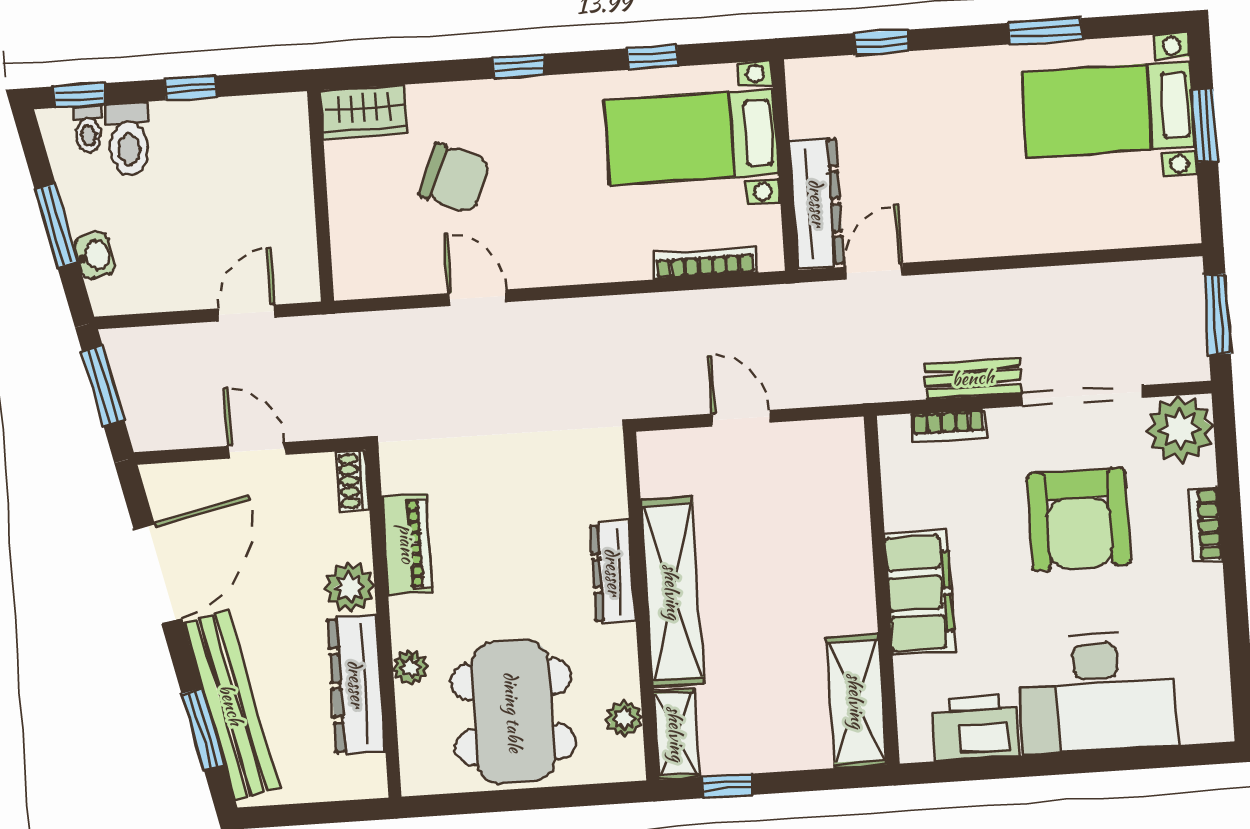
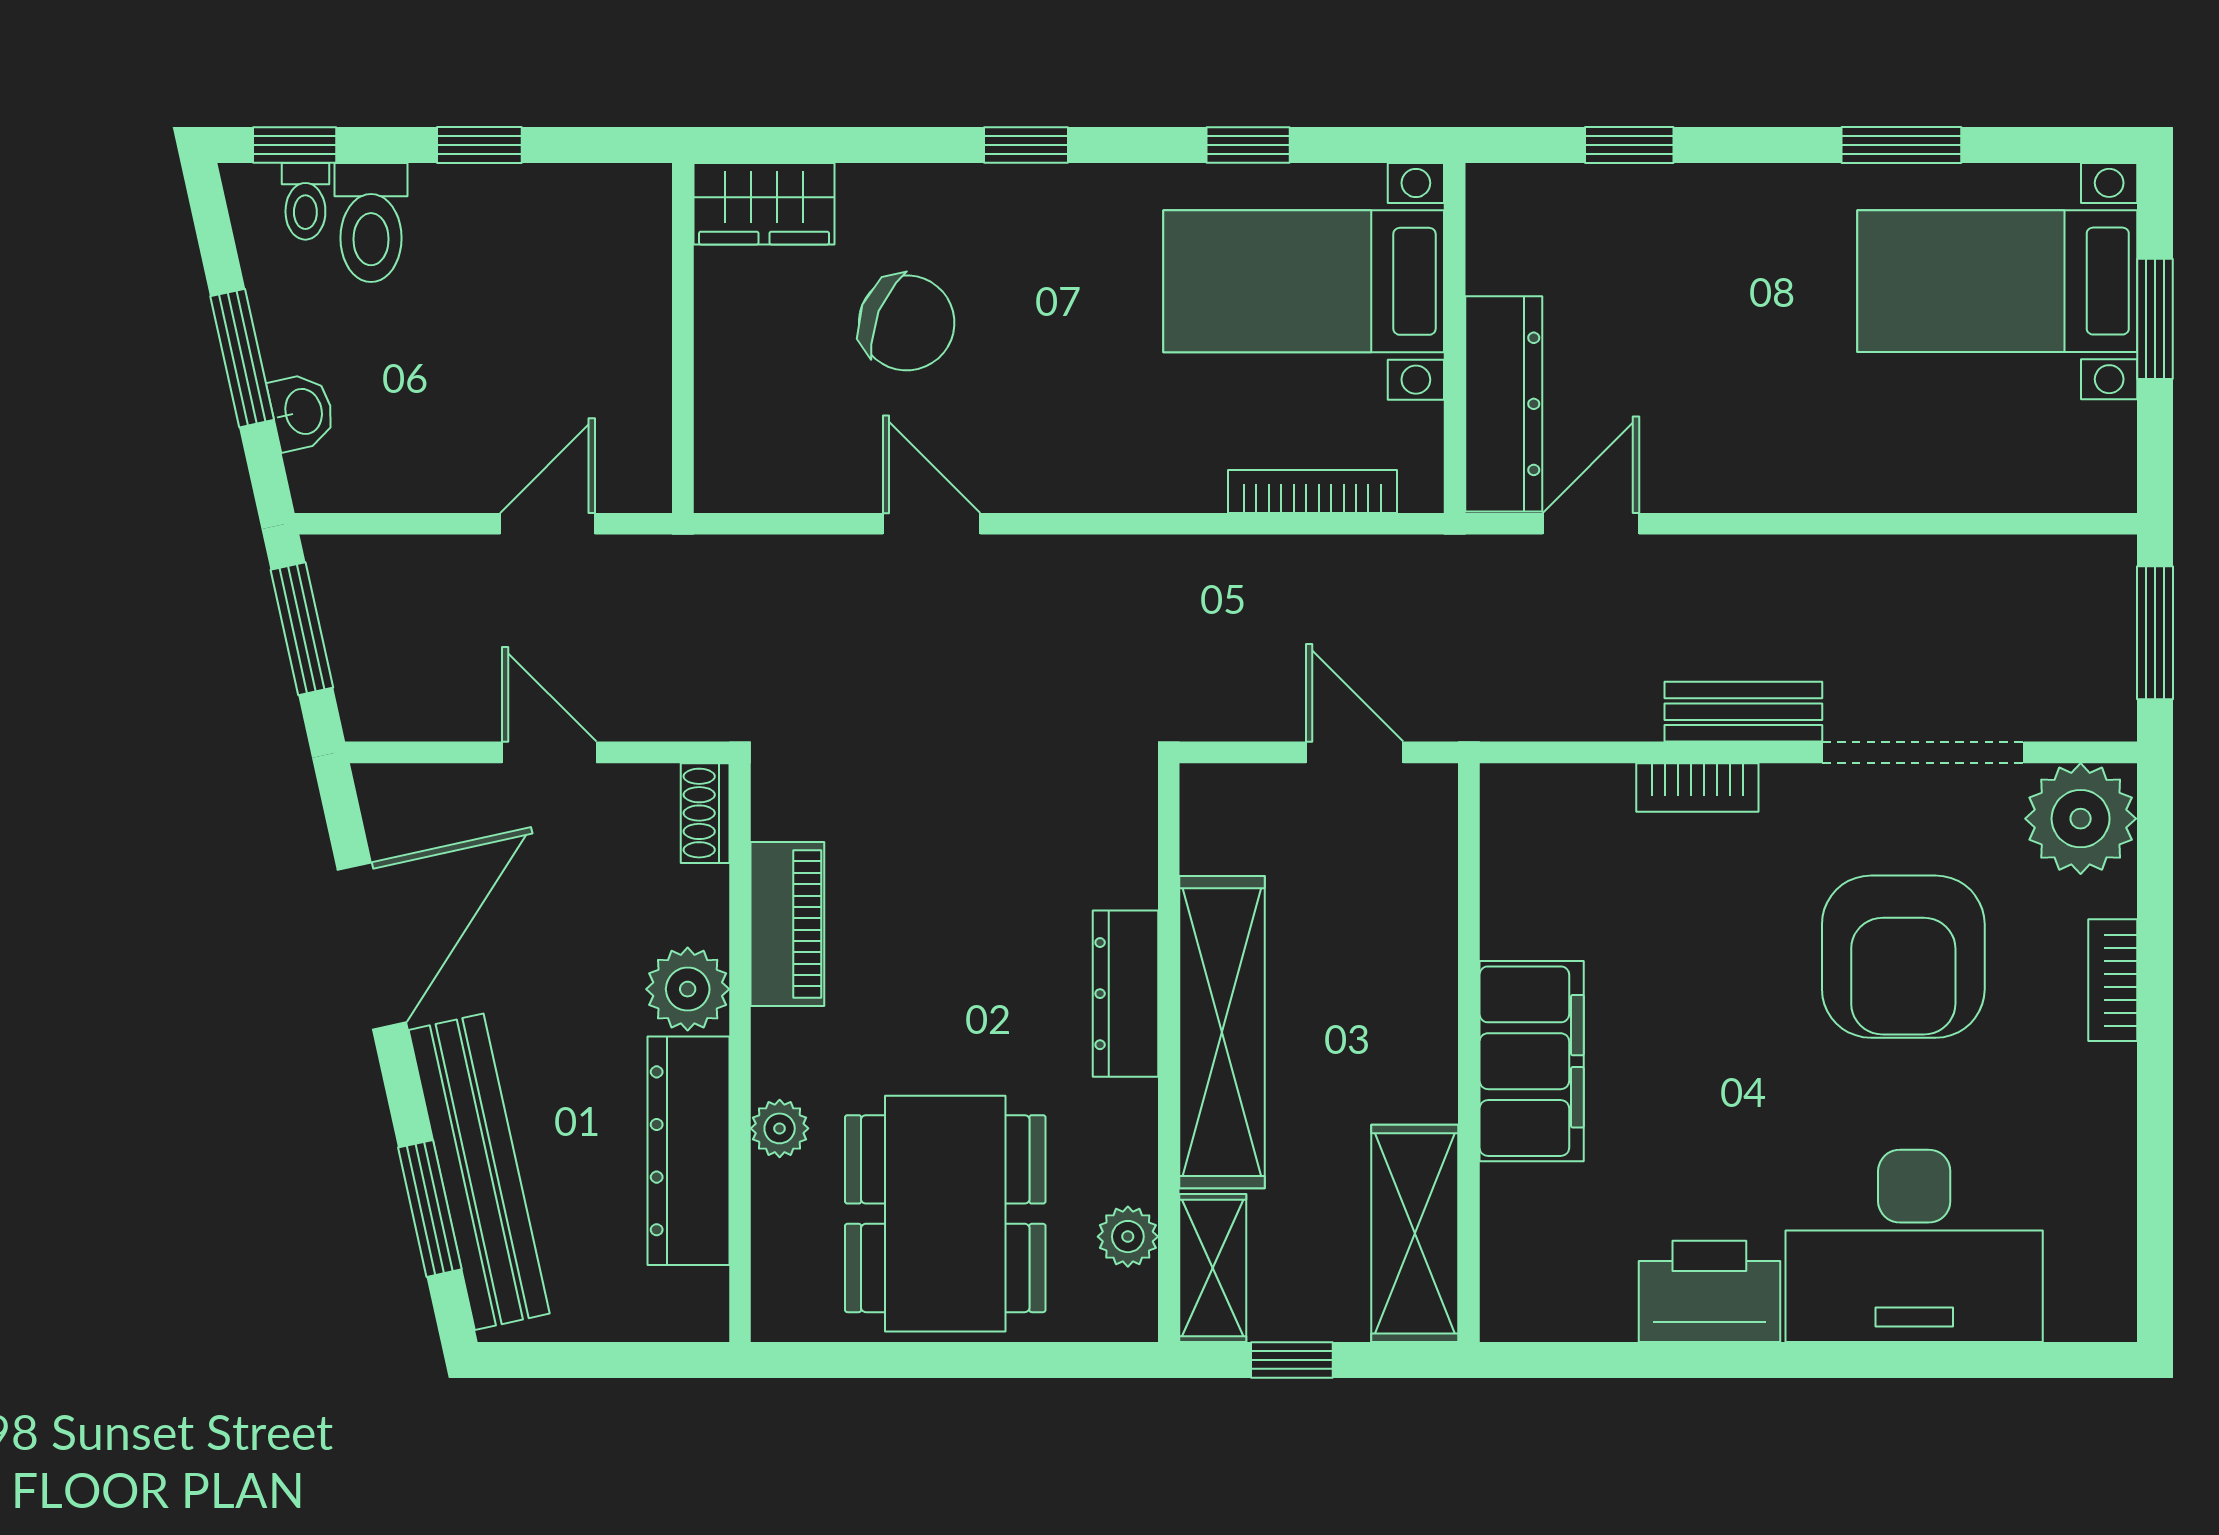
wall: (882, 590) -> (1469, 1053), moved
filing cabinet: (920, 593) -> (1532, 1061), moved
shelving: (856, 701) -> (1415, 1233), moved

